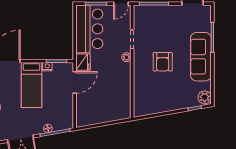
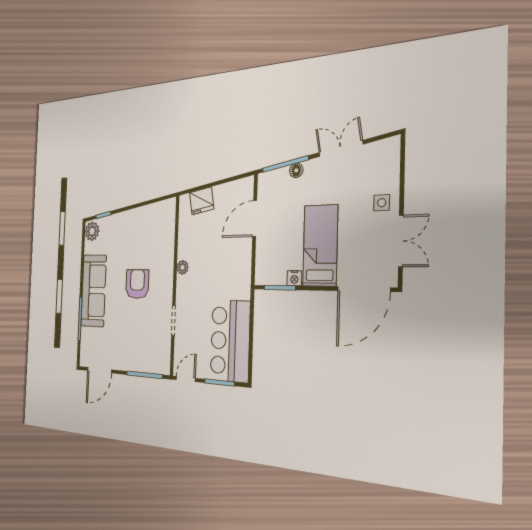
plant: (126, 57) -> (182, 267), moved
fridge: (83, 62) -> (202, 201), moved, turned -100
door: (75, 82) -> (255, 219), moved

